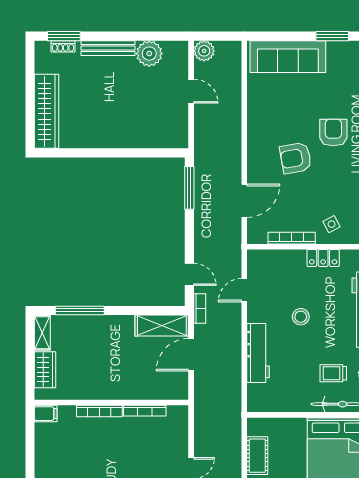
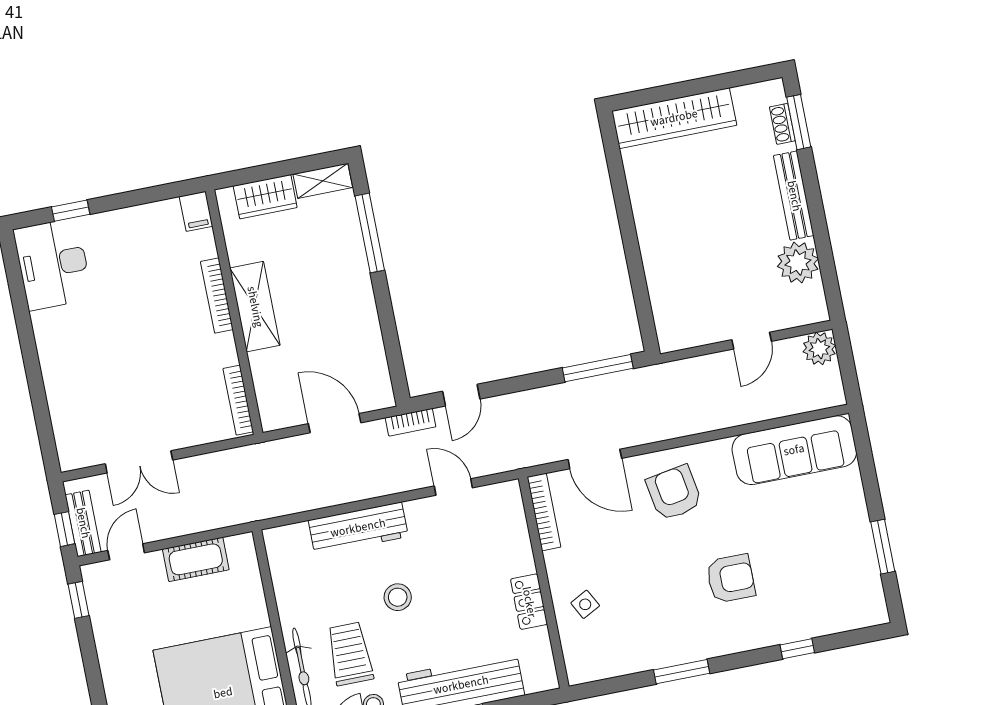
sofa: (288, 57) -> (794, 450), moved, turned -90
armchair: (296, 158) -> (674, 493), moved
bookcase: (292, 238) -> (544, 512), moved
stool: (301, 317) -> (398, 597), moved
shelving: (162, 326) -> (255, 307), moved
trolley: (333, 373) -> (350, 654), width x1.36, depth x1.39
bookcase: (145, 411) -> (238, 400), moved

